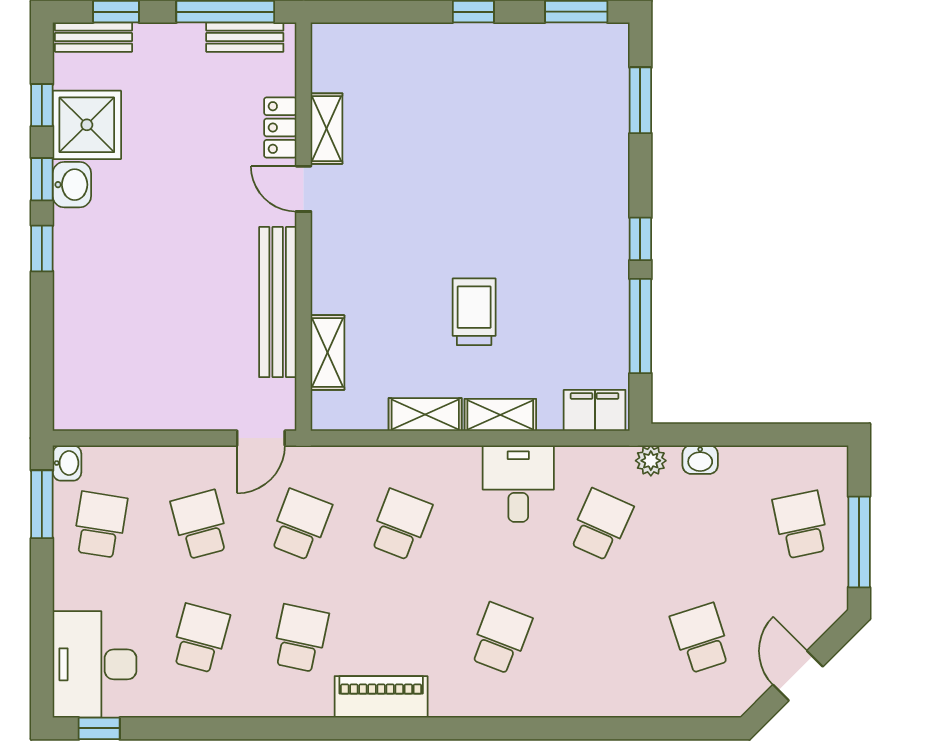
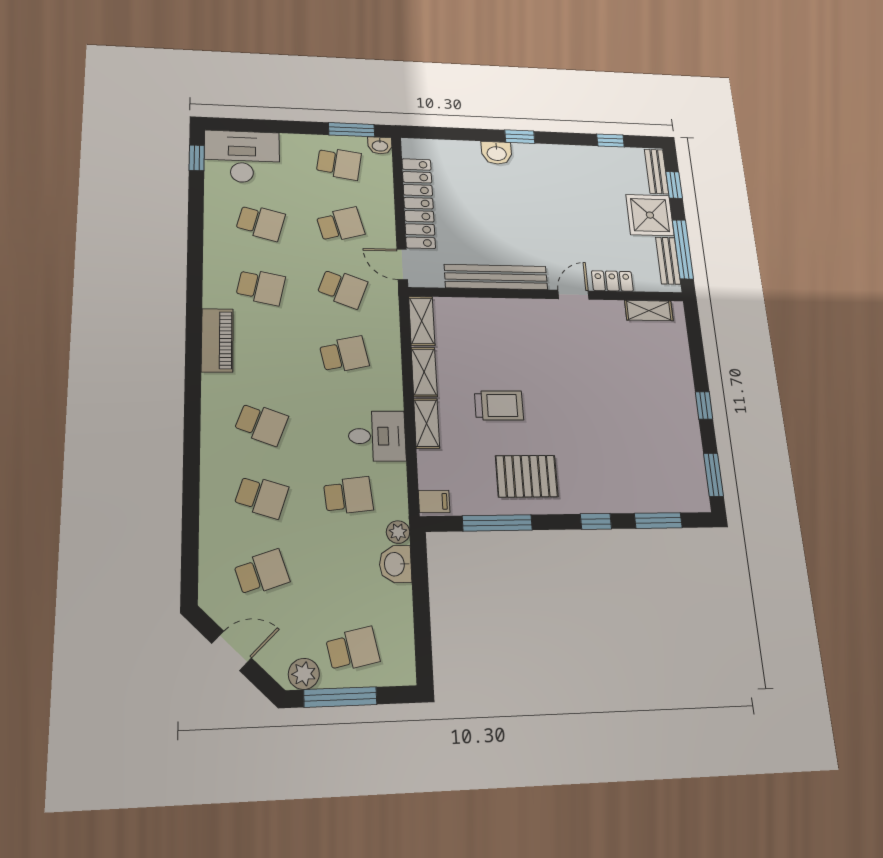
shower: (87, 125) -> (650, 215), moved
shelving: (327, 129) -> (649, 311), moved
window: (42, 179) -> (564, 139), removed
washbasin: (72, 185) -> (497, 153), moved
window: (640, 239) -> (596, 521), moved
pallet: (576, 281) -> (527, 476), added
shelving: (328, 353) -> (422, 321), moved, turned 90
locker: (161, 410) -> (419, 203), added
filing cabinet: (595, 410) -> (434, 501), width x0.50
washbasin: (700, 460) -> (395, 564), width x1.38, depth x1.45
school desk: (400, 525) -> (344, 355), turned -33
school desk: (601, 525) -> (348, 496), turned -30
plant: (829, 587) -> (304, 674), added
school desk: (601, 638) -> (261, 497), added

